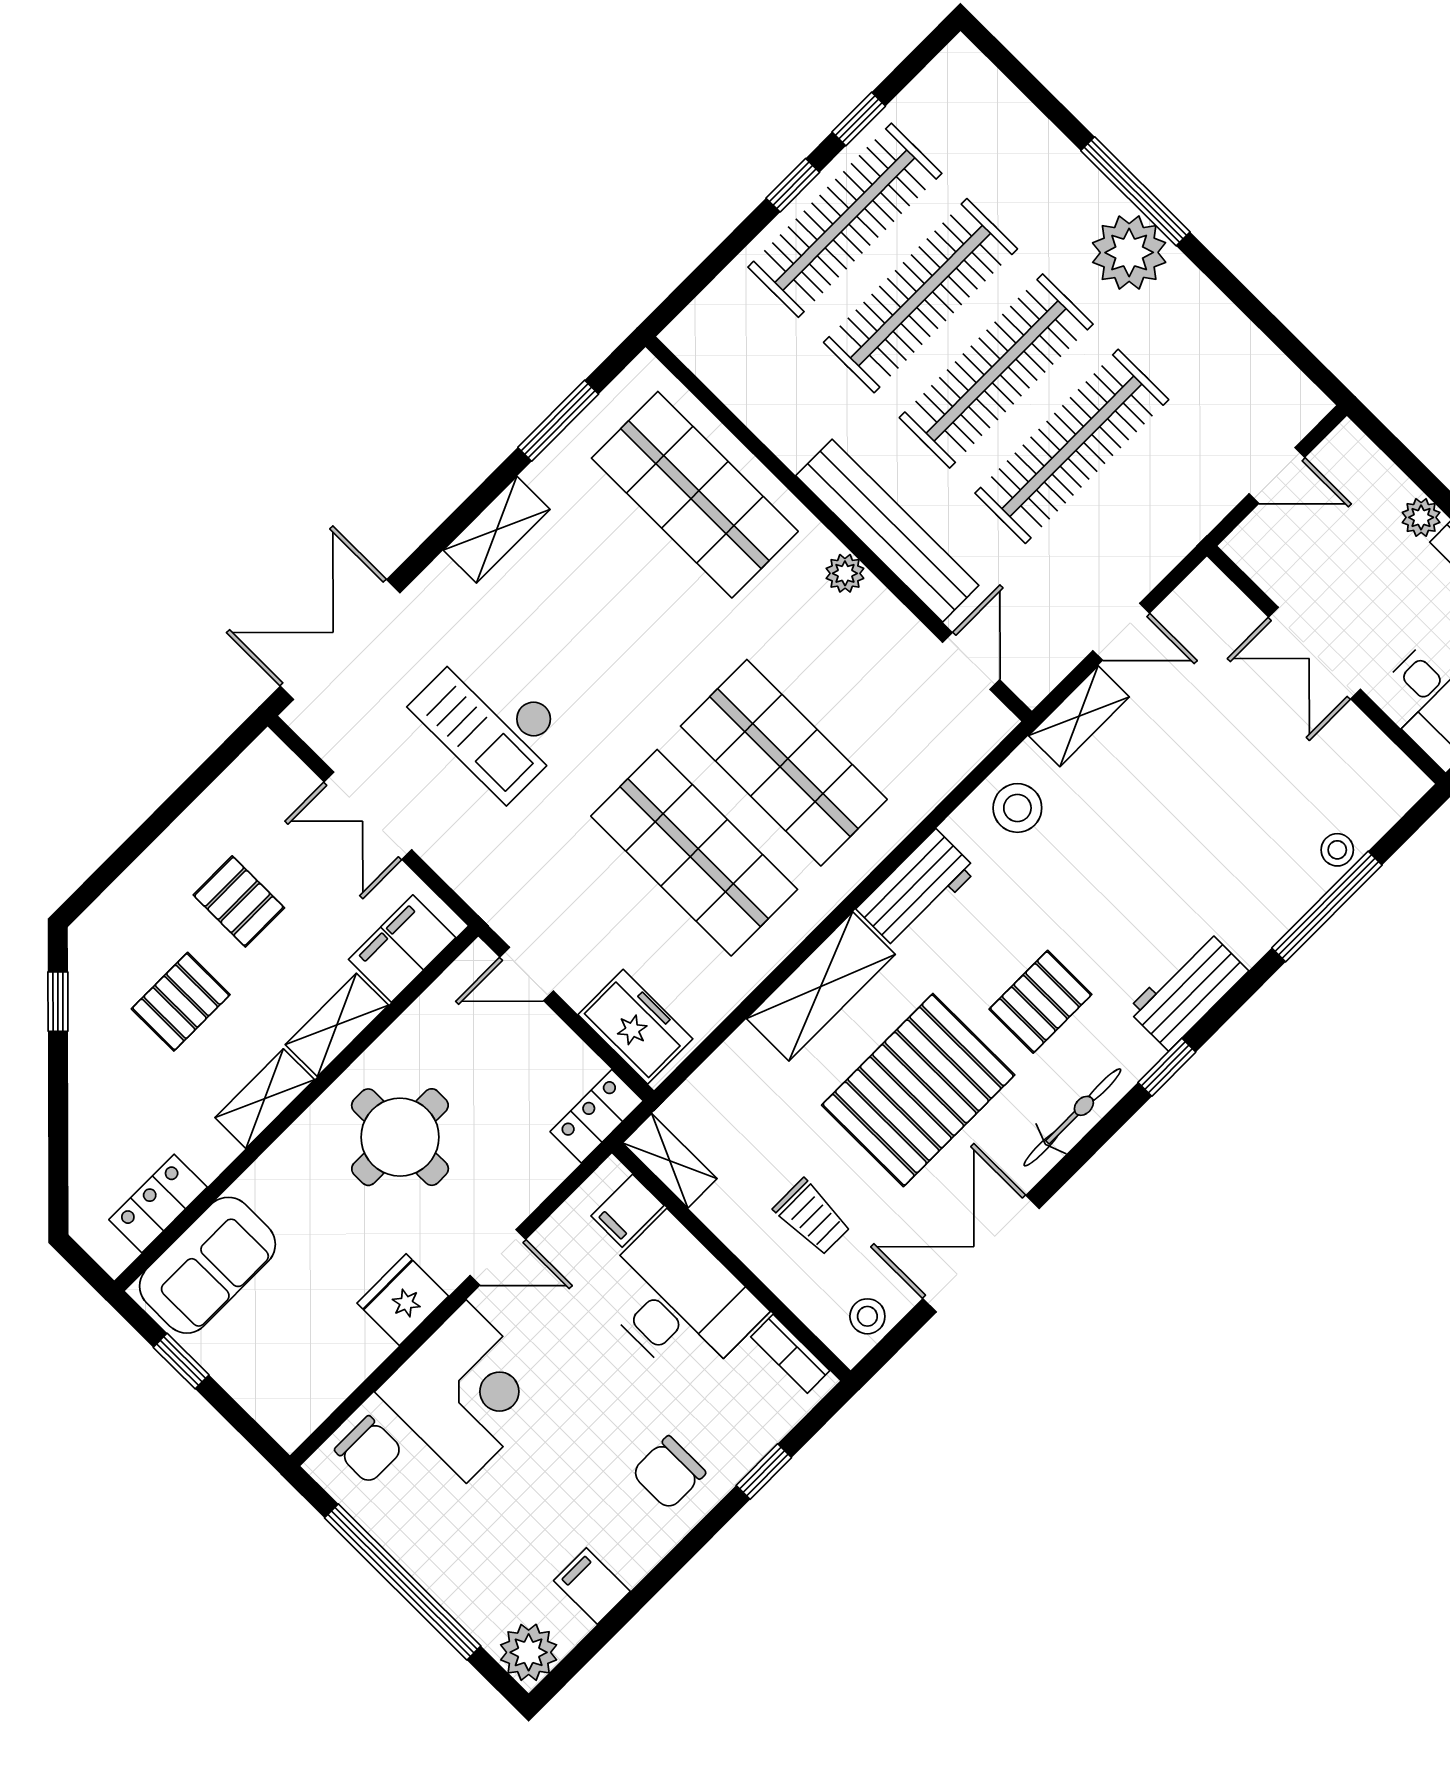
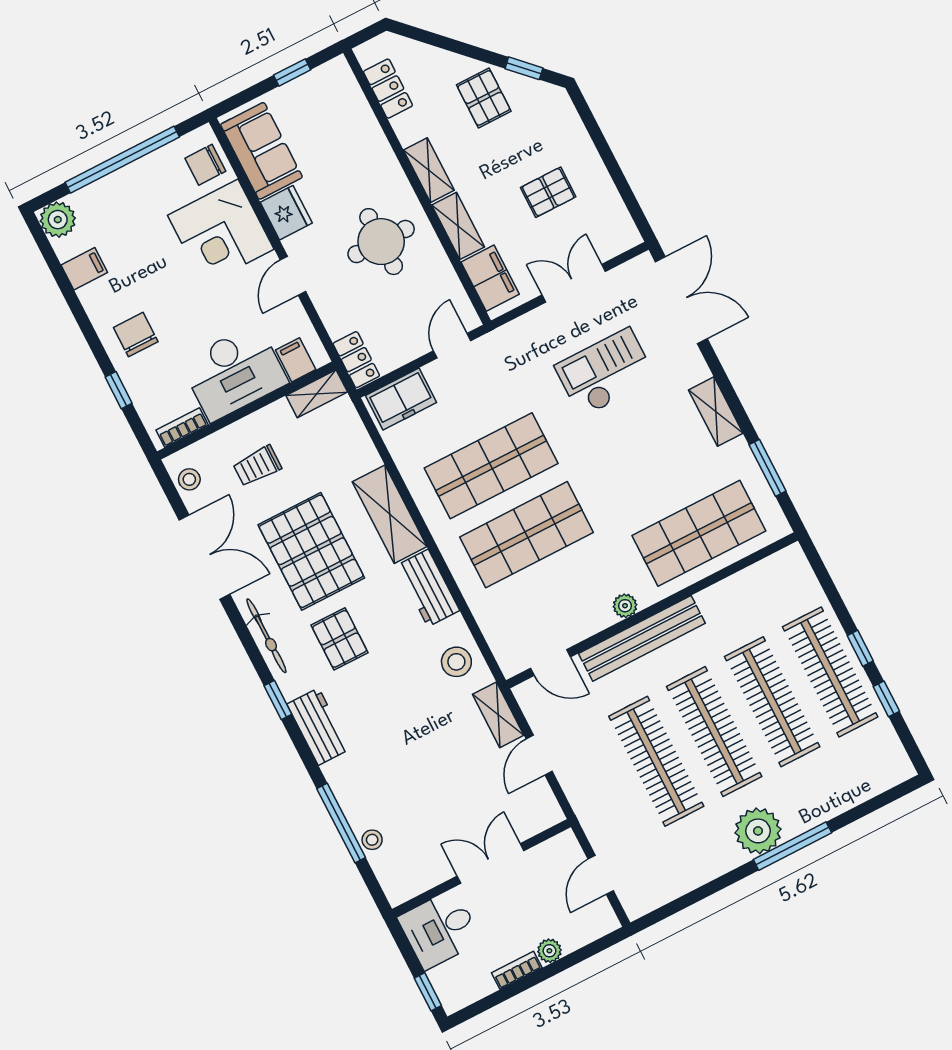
pallet: (181, 1002) -> (484, 98), moved
sofa: (207, 1265) -> (261, 151), moved, turned 180

